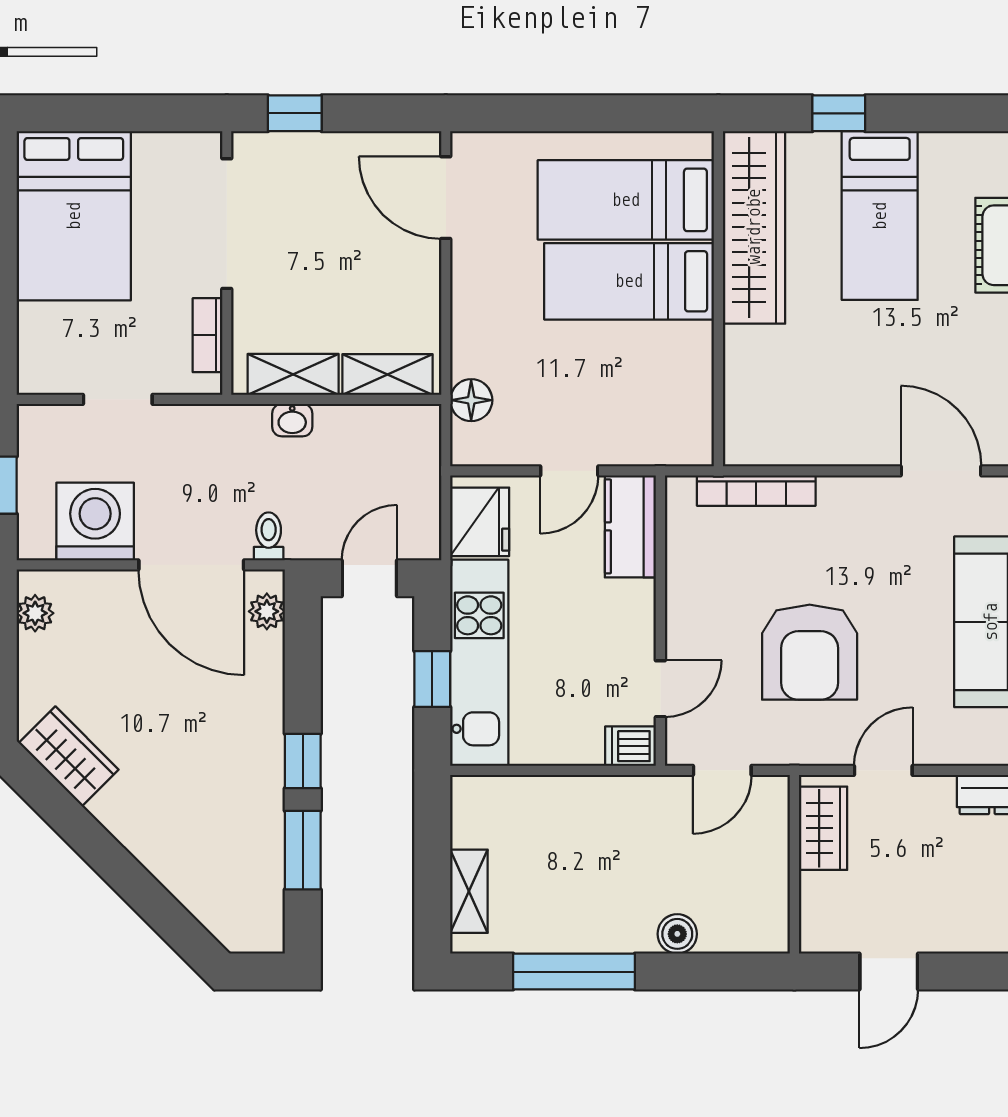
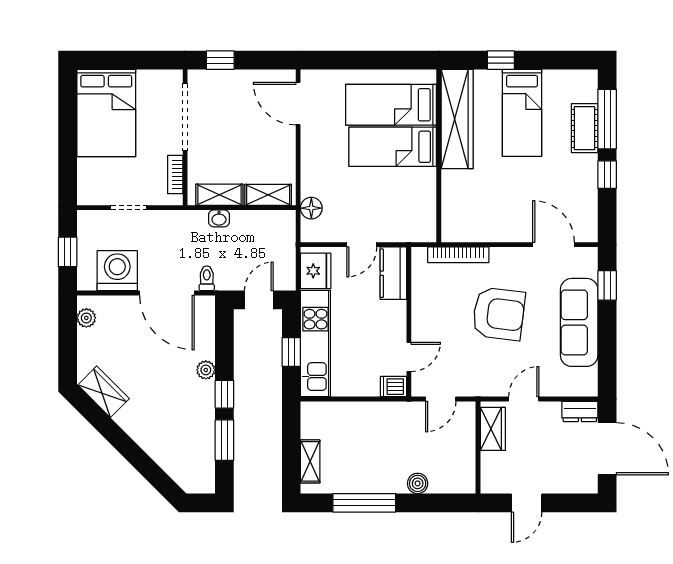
plant: (267, 611) -> (206, 370), moved
armchair: (810, 652) -> (499, 314), moved, turned -83

